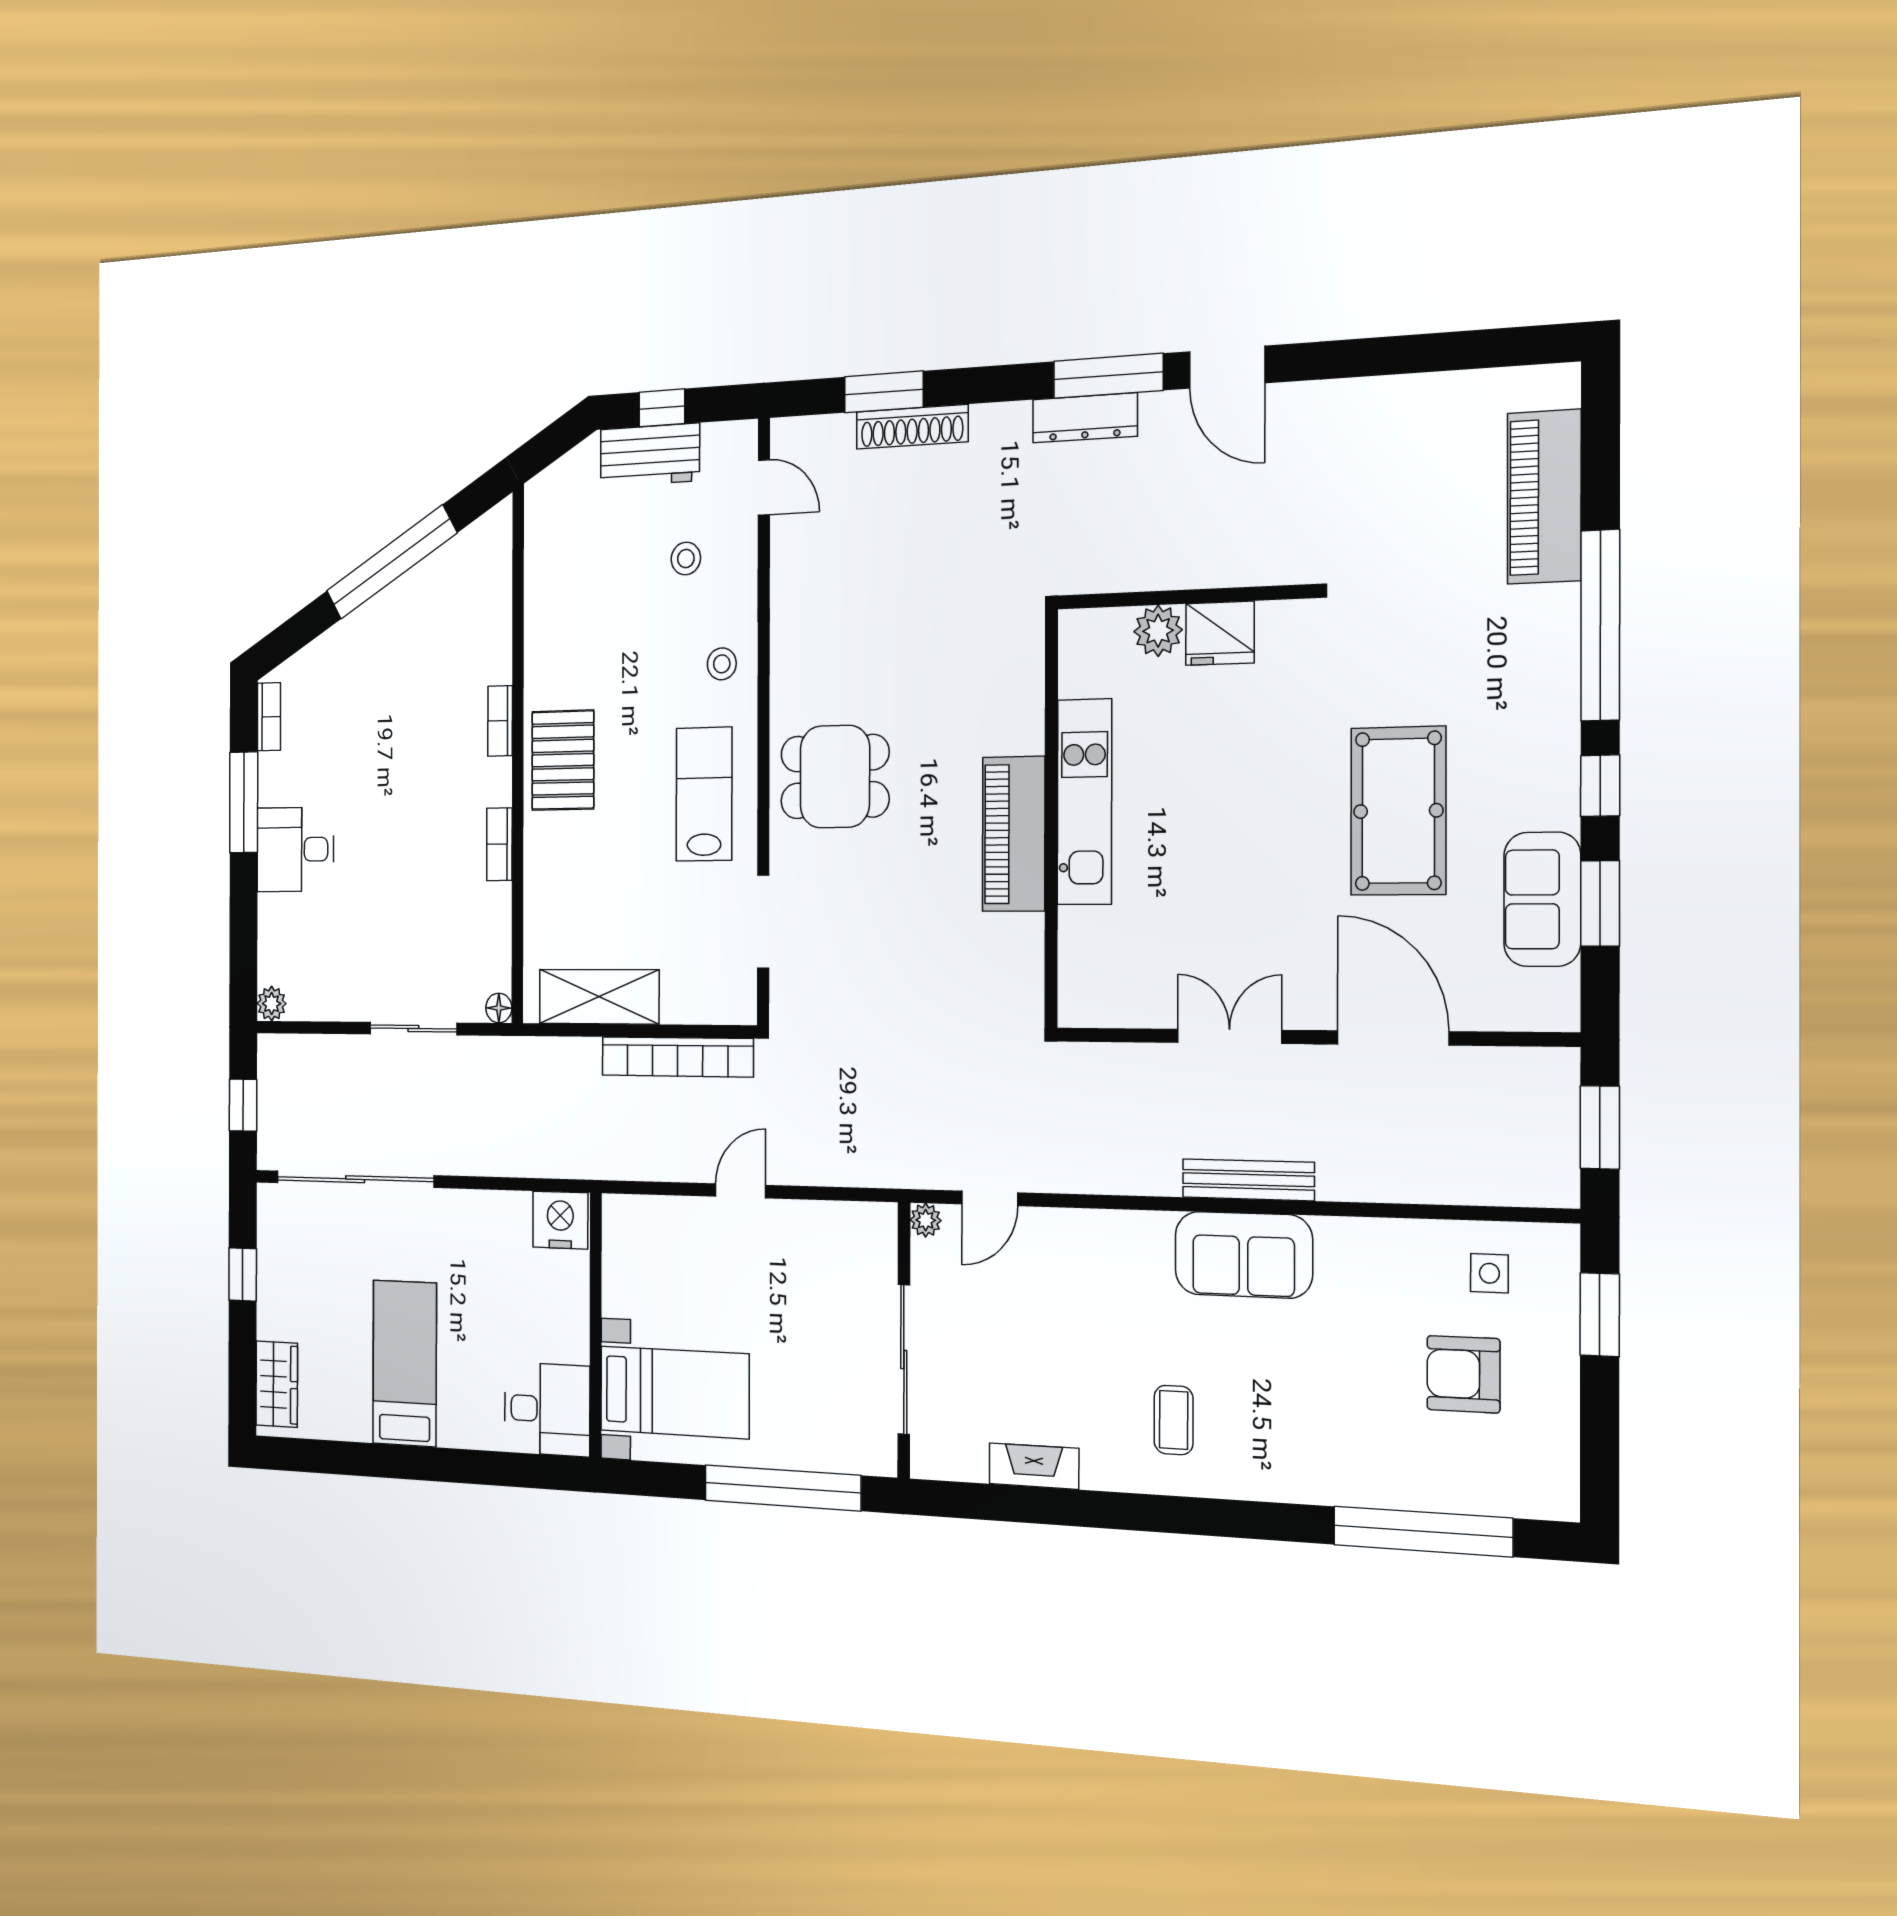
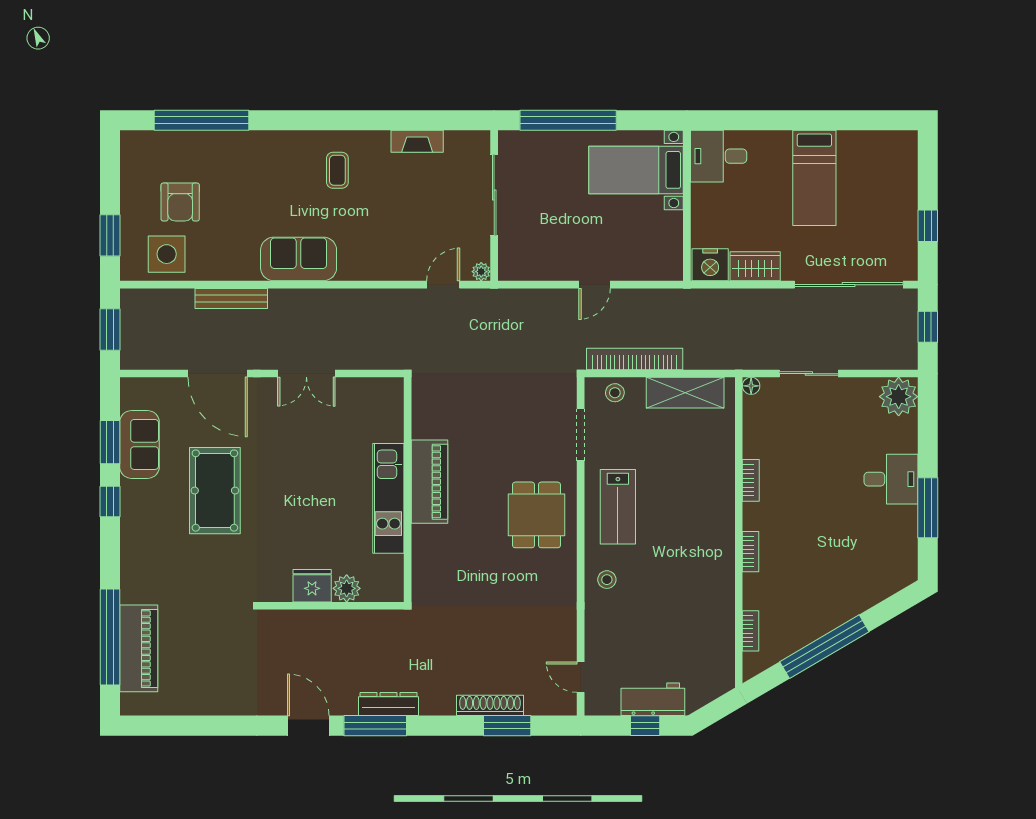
stool: (686, 559) -> (615, 393), moved
window: (1600, 625) -> (110, 637), moved
bookcase: (269, 717) -> (751, 631), moved, turned 180
pallet: (563, 760) -> (709, 528), removed
dining table: (835, 777) -> (536, 515), turned 90
plant: (272, 1004) -> (899, 397), width x1.88, depth x1.88
bench: (1248, 1180) -> (231, 298), moved
side table: (1489, 1273) -> (167, 254), width x1.87, depth x1.87
armchair: (1463, 1374) -> (180, 202), turned 90
wardrobe: (277, 1384) -> (755, 266), moved, turned 90

